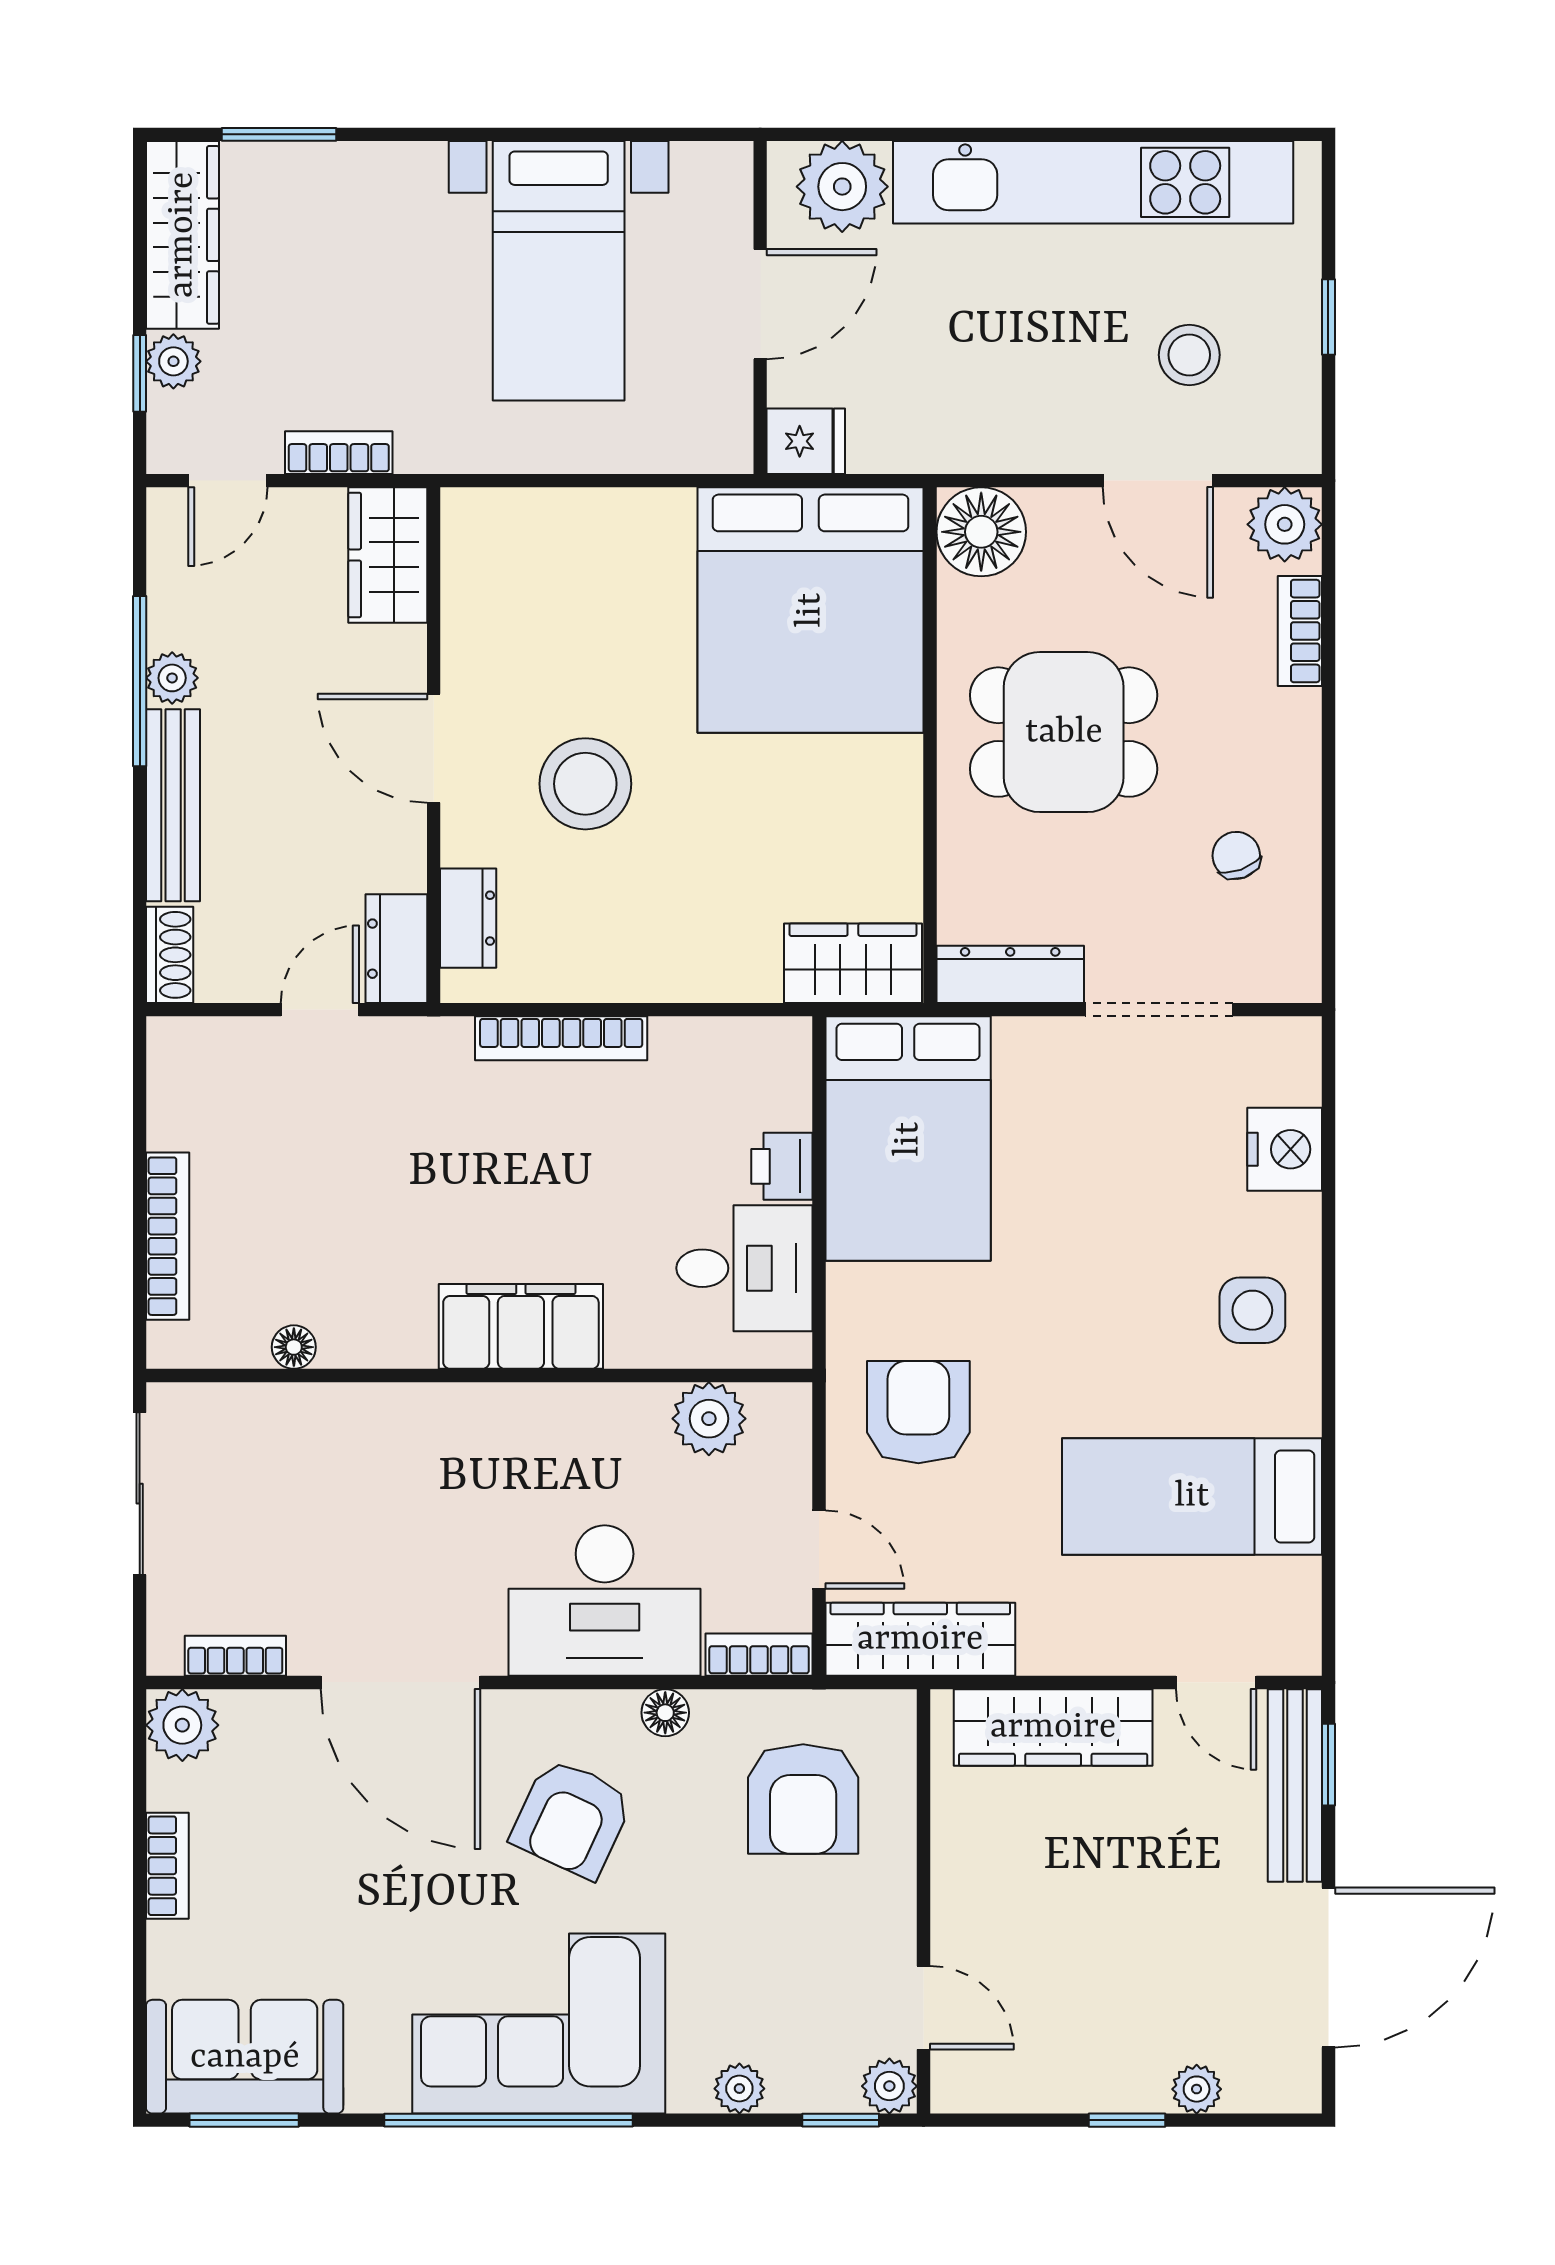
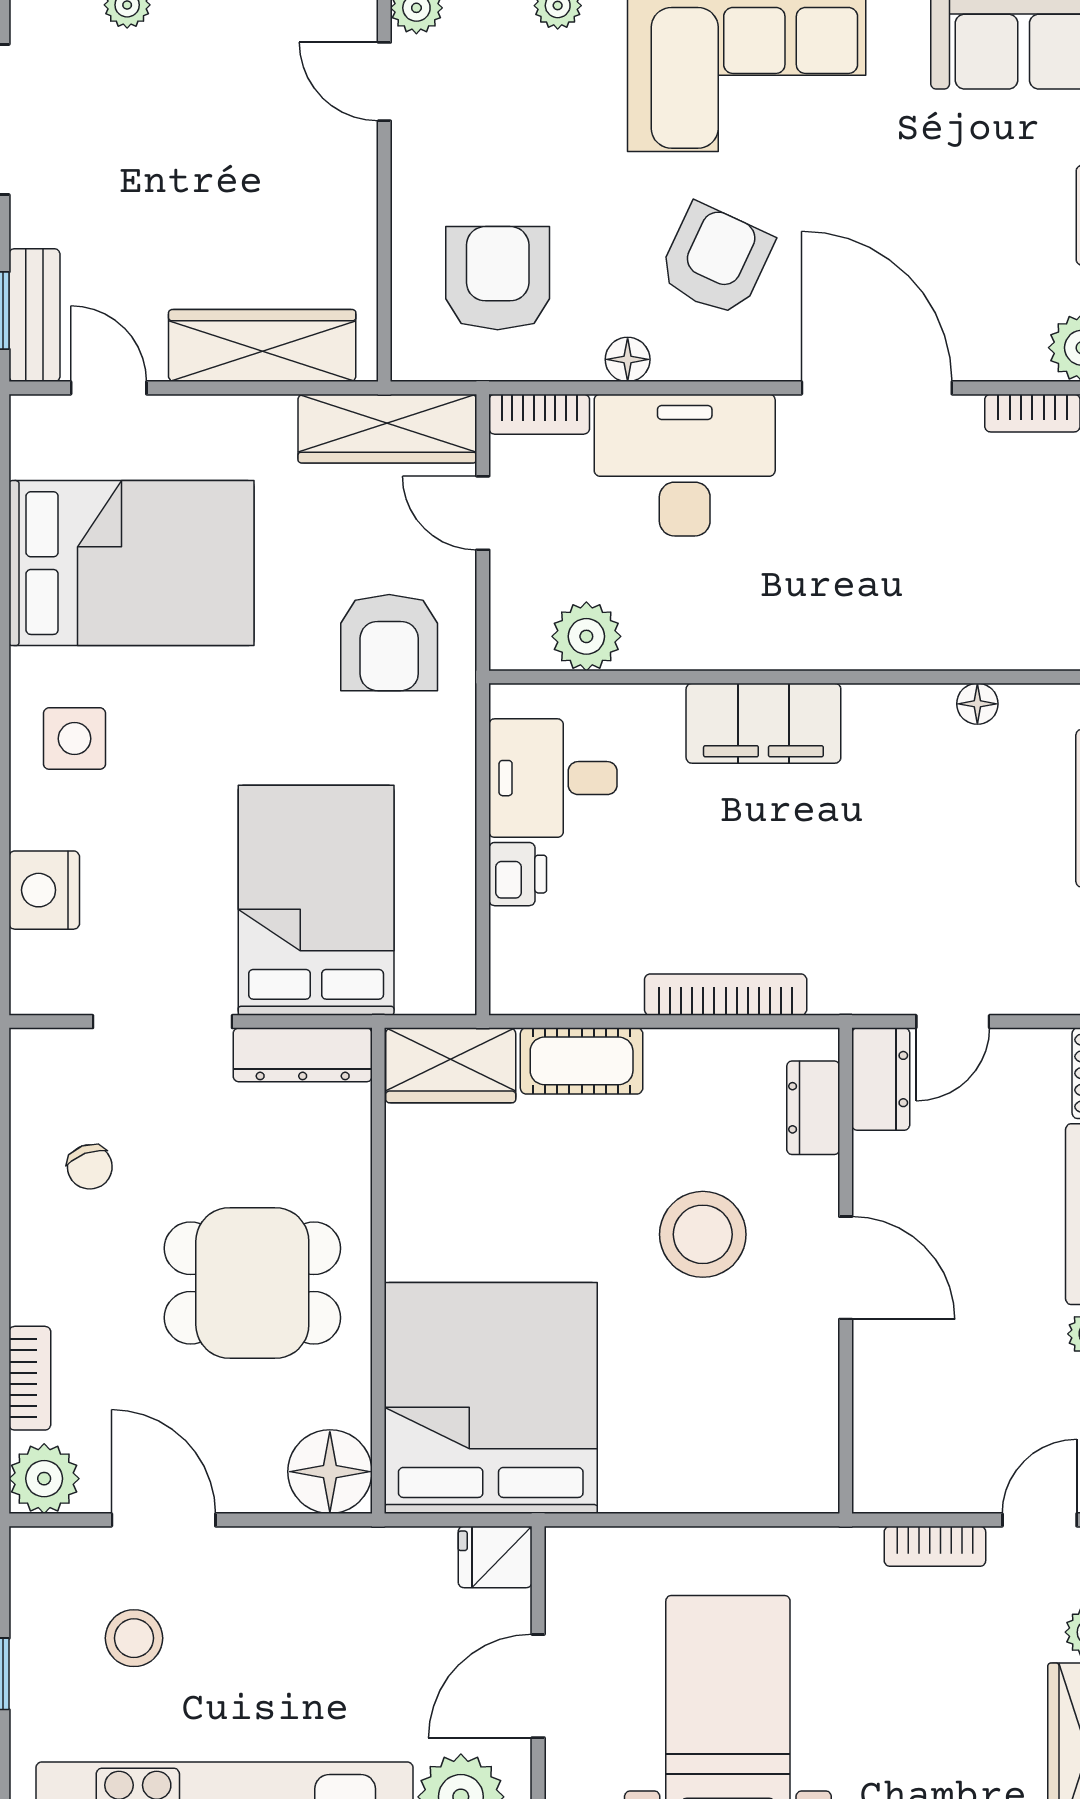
wardrobe: (388, 555) -> (889, 1450), removed
cot: (714, 968) -> (582, 1061), added
bed: (908, 1139) -> (316, 900), moved
bed: (1192, 1496) -> (131, 563), width x1.50
bench: (1295, 1785) -> (34, 315), width x0.73

